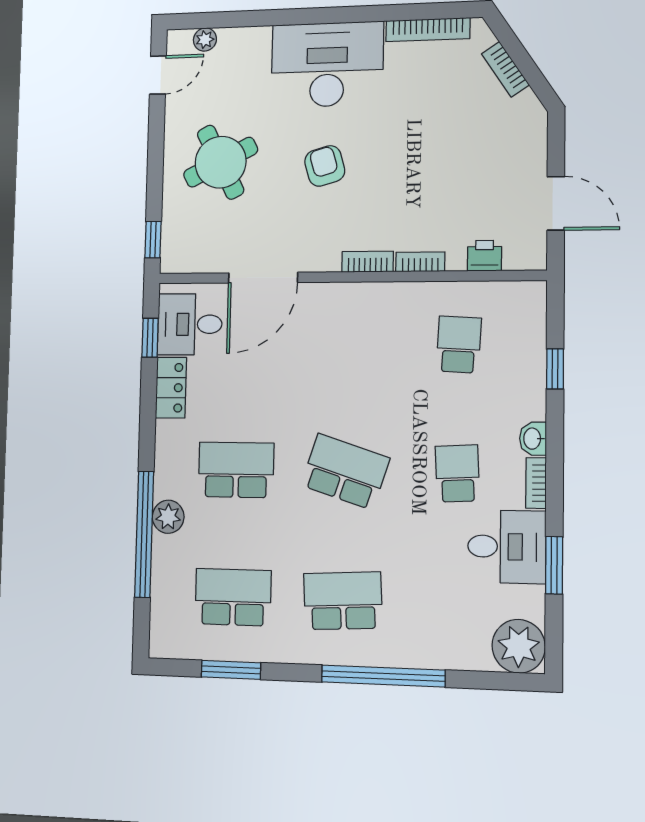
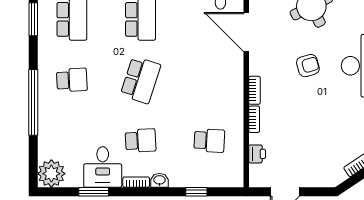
school desk: (343, 601) -> (72, 80), width x0.54

